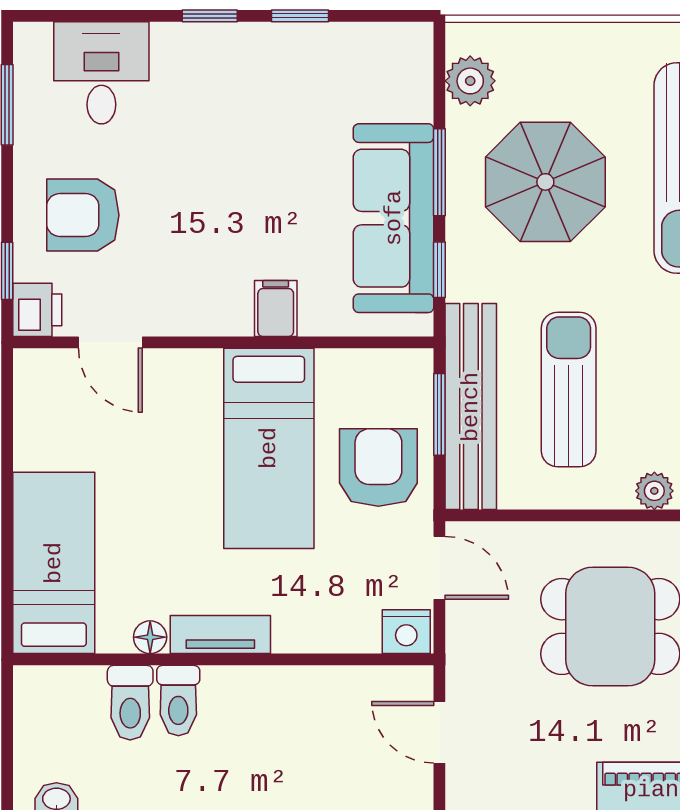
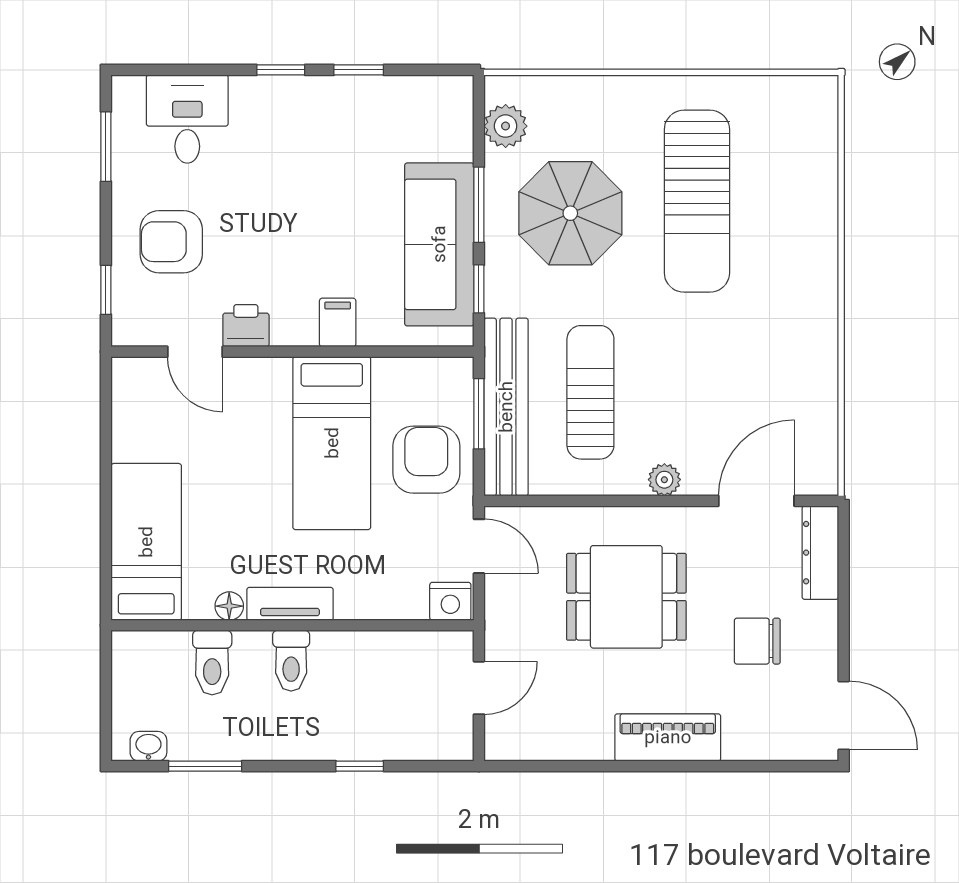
printer: (37, 310) -> (246, 326), moved, turned -90
toilet: (178, 701) -> (291, 661), moved
door: (439, 732) -> (479, 688), swing flipped

